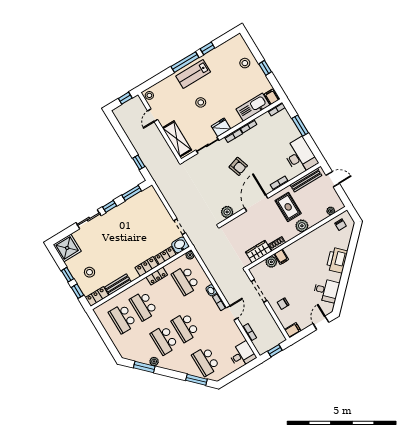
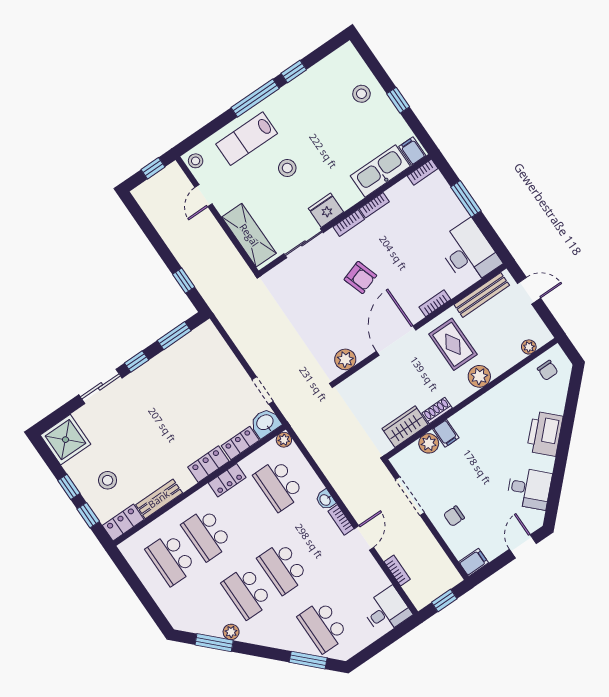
lab bench: (193, 74) -> (247, 139), moved

